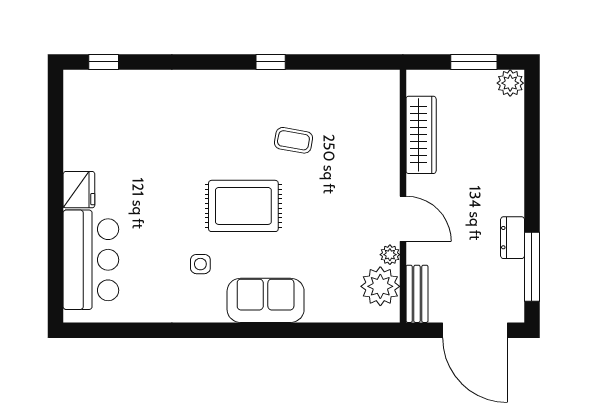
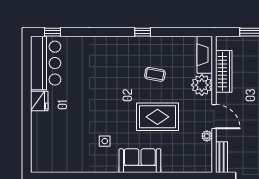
fireplace: (386, 104) -> (205, 55), added
rug: (243, 206) -> (157, 117), moved
bar counter: (91, 260) -> (46, 63), moved
plant: (380, 286) -> (202, 85), moved

